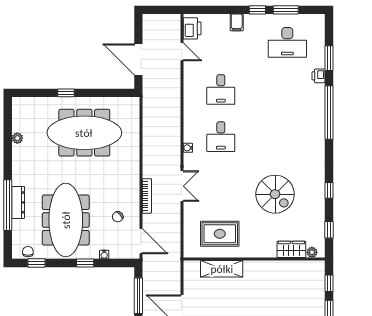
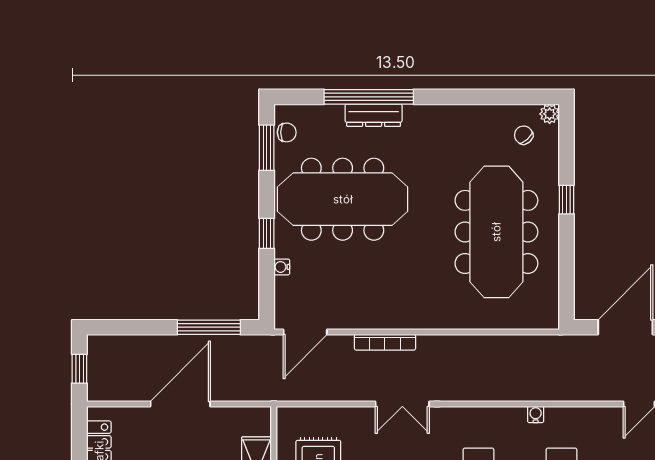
plant: (17, 138) -> (550, 114), moved
water cooler: (188, 148) -> (536, 414), moved
chair: (118, 217) -> (524, 135), moved
window: (37, 263) -> (267, 148), width x1.50

